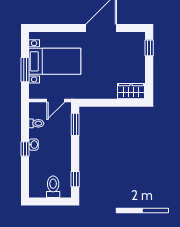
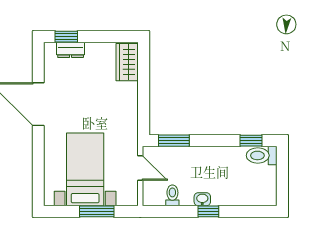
dresser: (140, 51) -> (71, 50), added
toilet: (53, 187) -> (262, 155), moved

